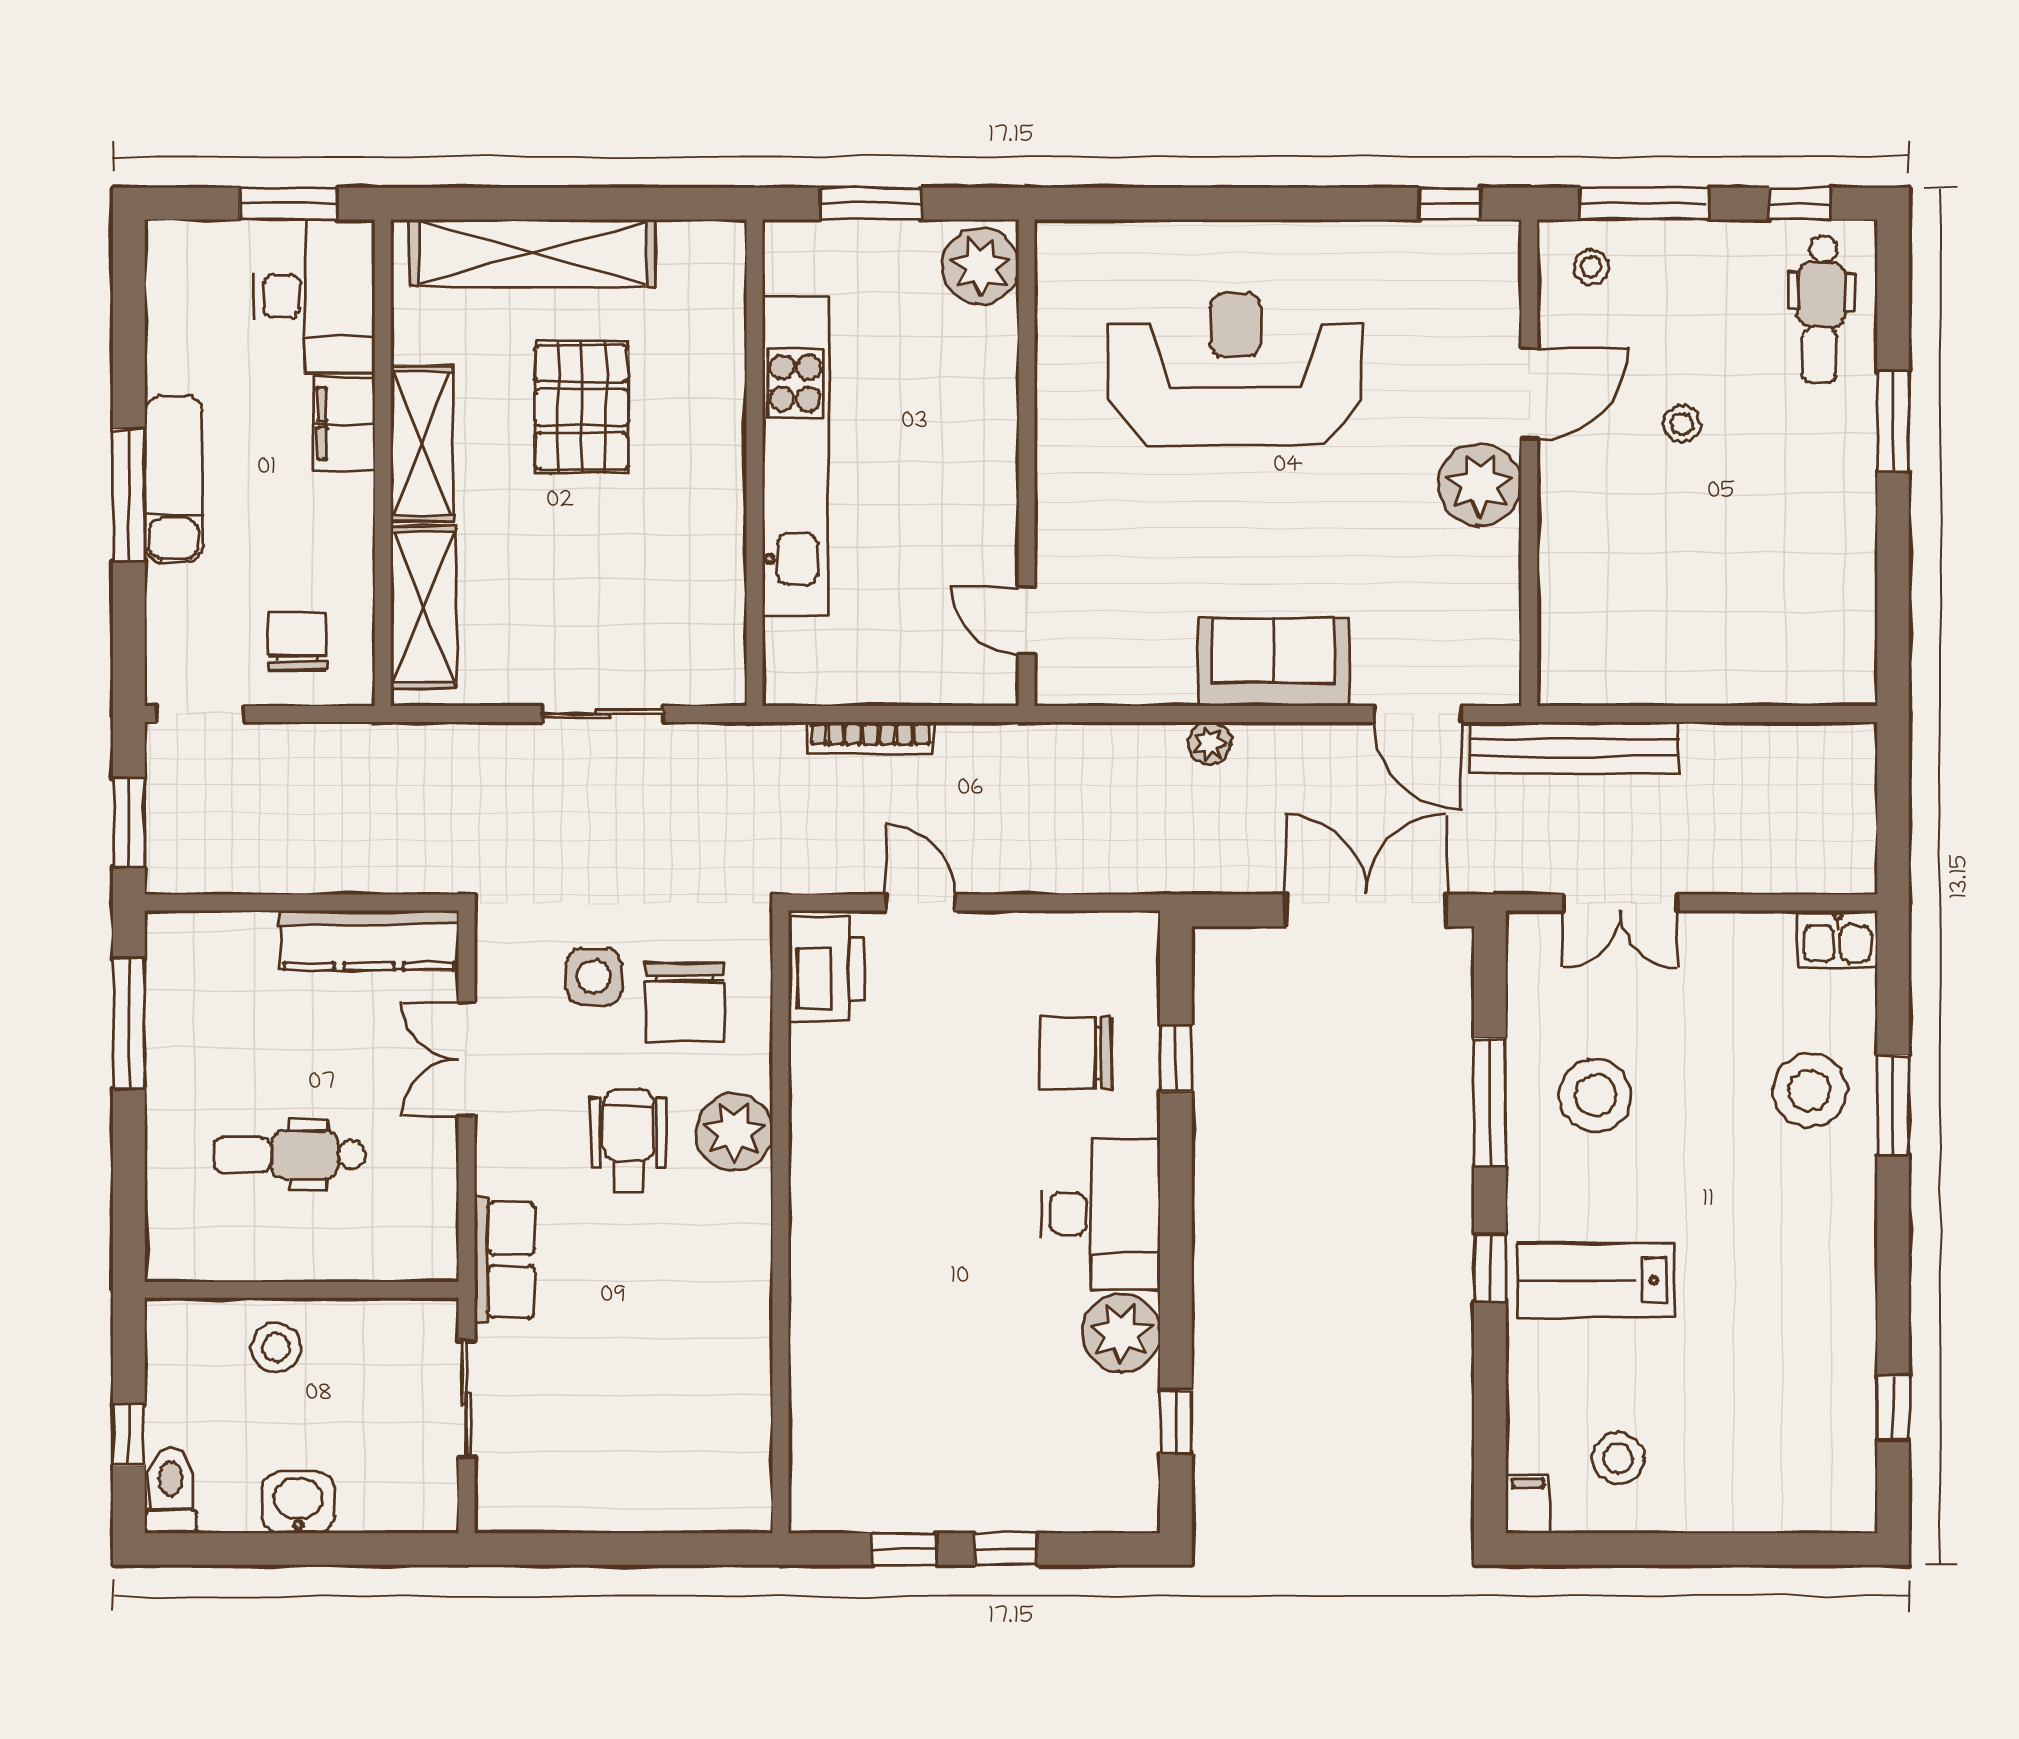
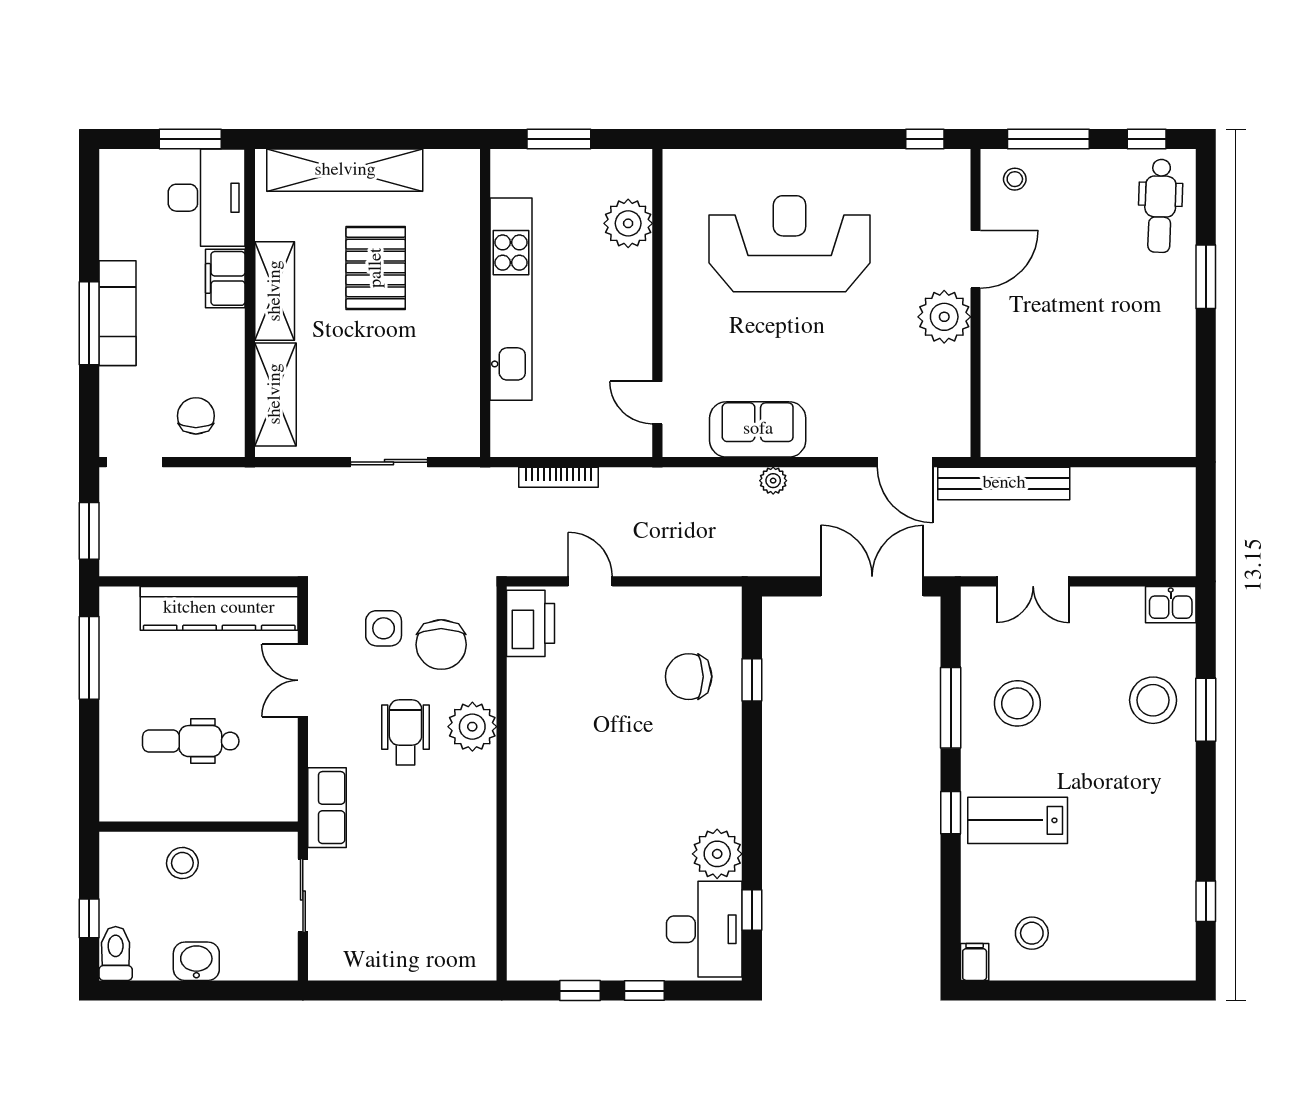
plant: (980, 266) -> (628, 223), moved
stool: (1682, 424) -> (1072, 278), removed
sofa: (1274, 662) -> (758, 429), moved
kitchen counter: (369, 940) -> (219, 608), width x1.39, depth x1.17
desk: (1101, 1214) -> (704, 929), moved

